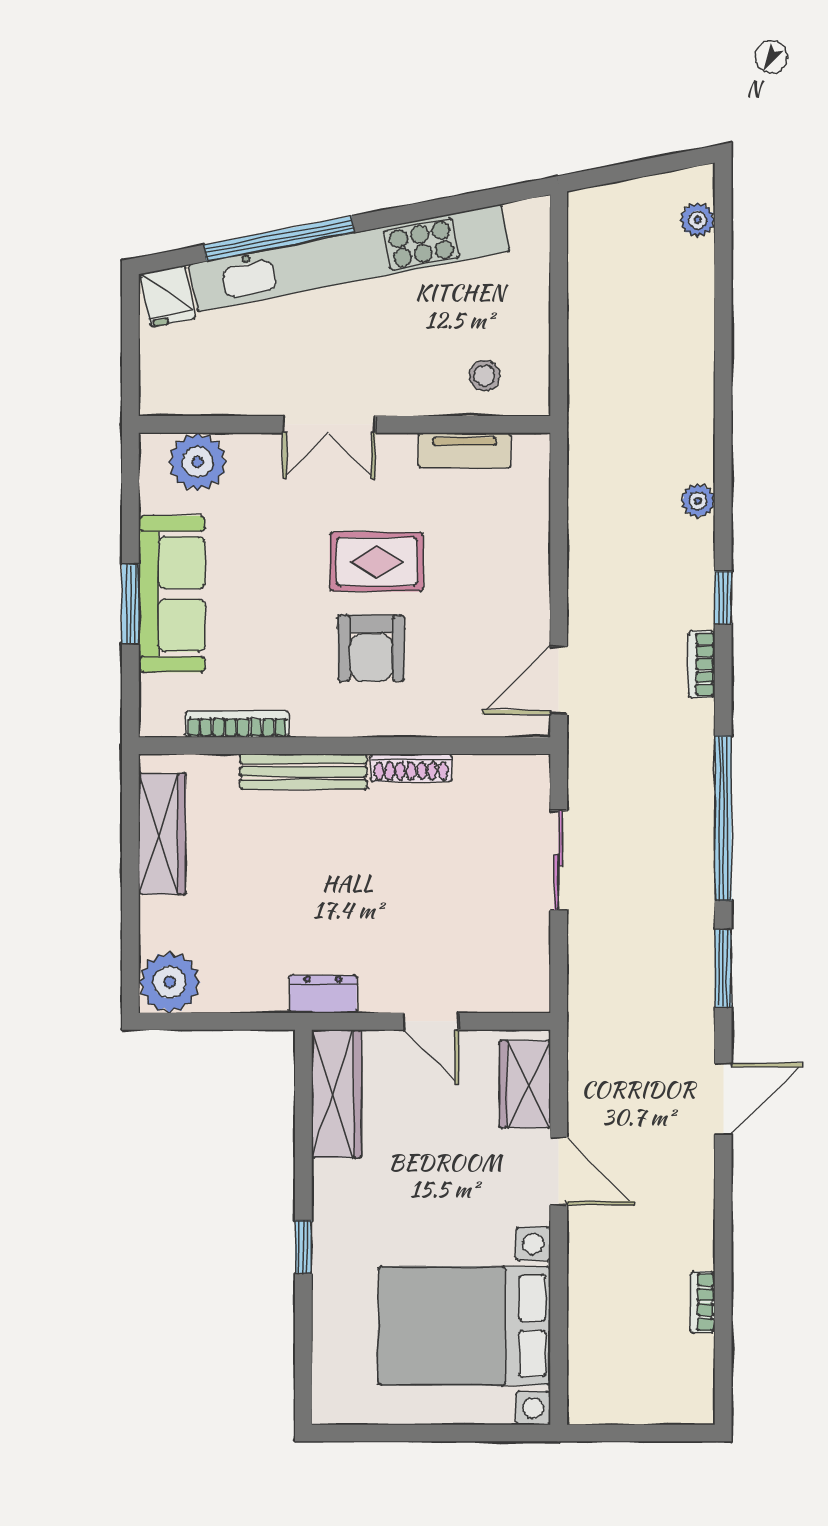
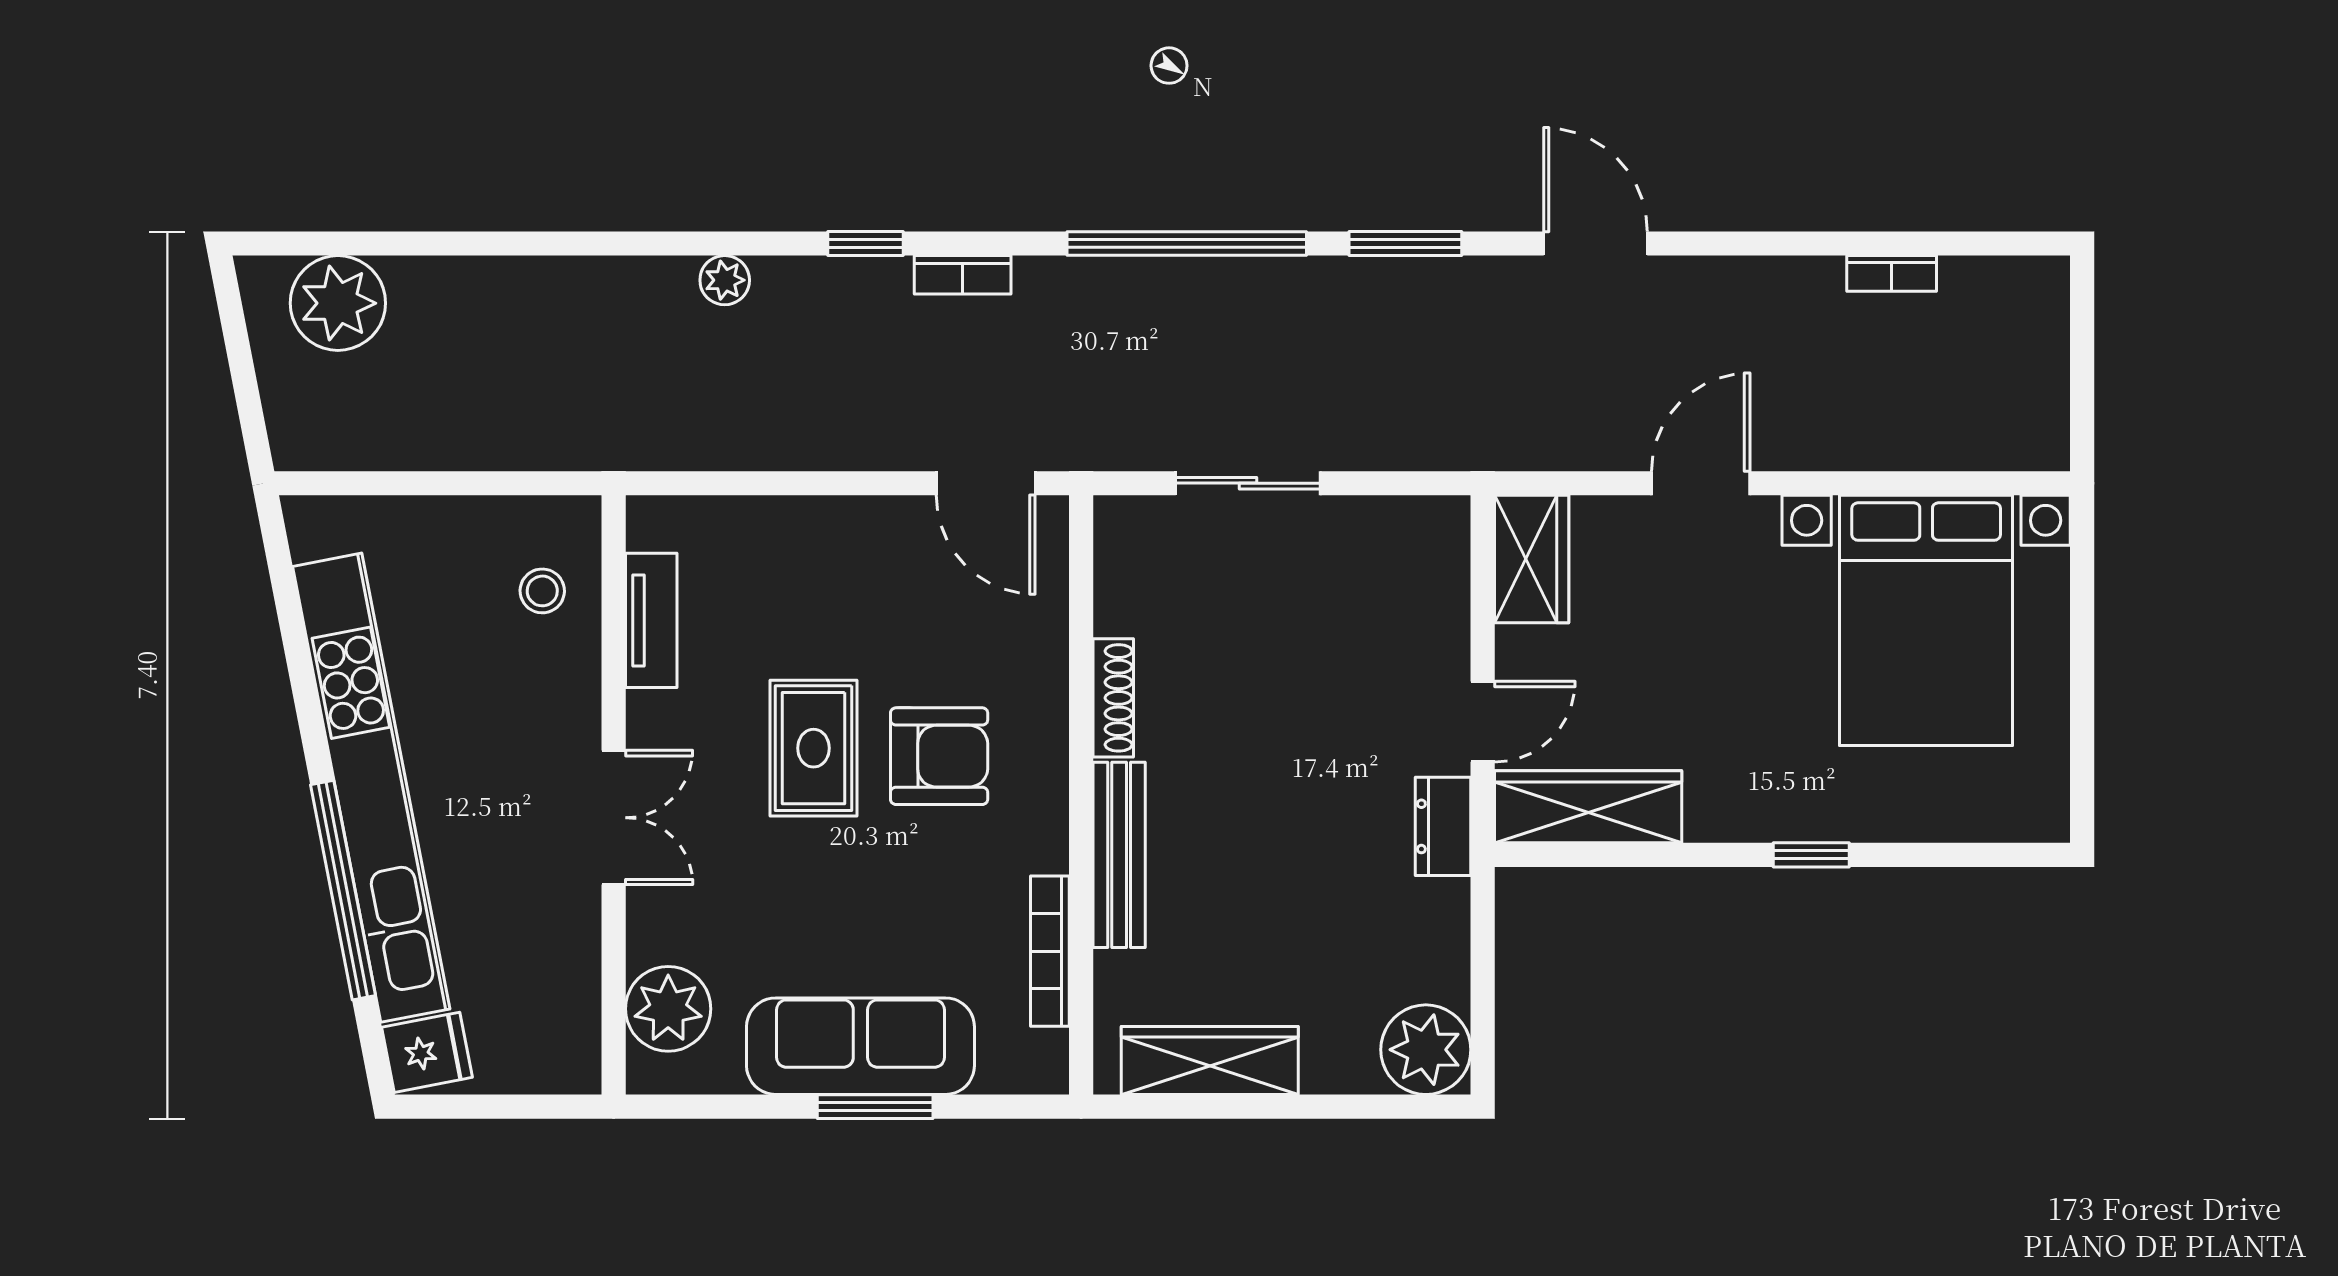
plant: (698, 220) -> (338, 303), width x1.87, depth x1.87
door: (431, 1021) -> (1483, 722), moved
wardrobe: (525, 1084) -> (1532, 559), moved, turned -90

